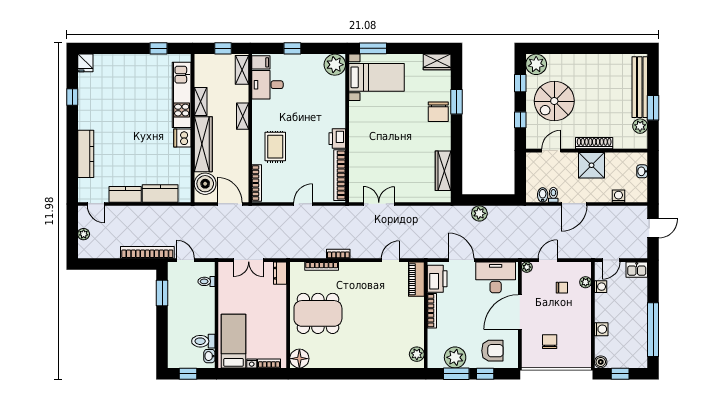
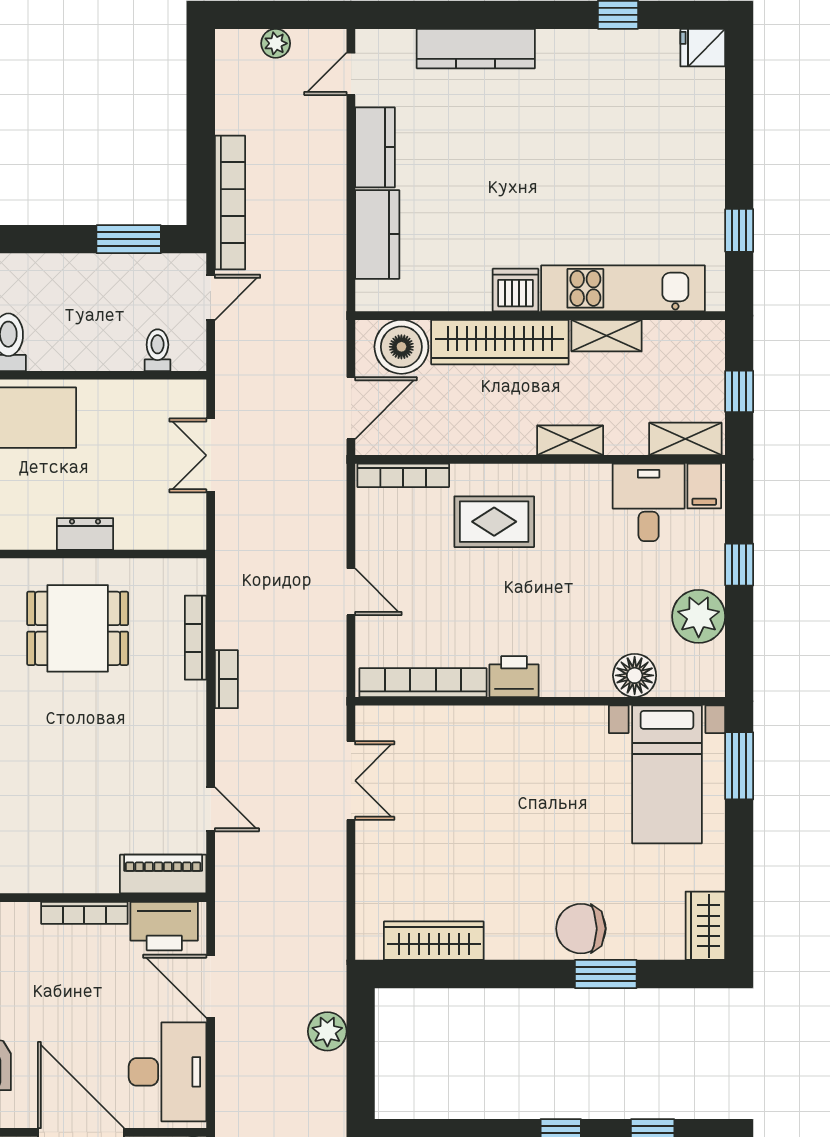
plant: (335, 65) -> (699, 616), moved
floor lamp: (337, 90) -> (635, 675), added
door: (461, 260) -> (211, 986), swing flipped
dresser: (280, 273) -> (85, 534), moved
dining table: (318, 313) -> (78, 628), width x0.73

